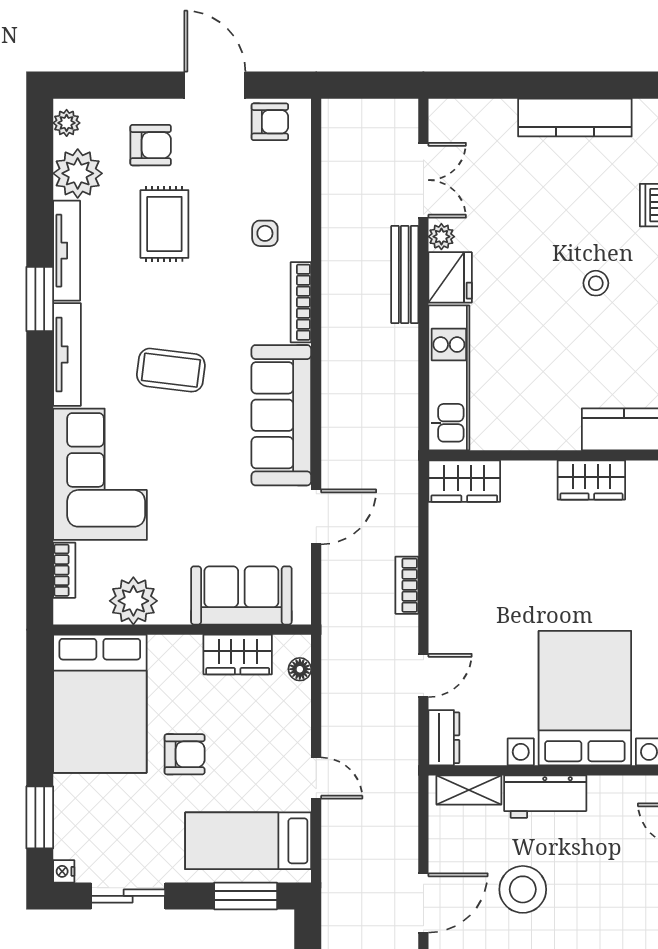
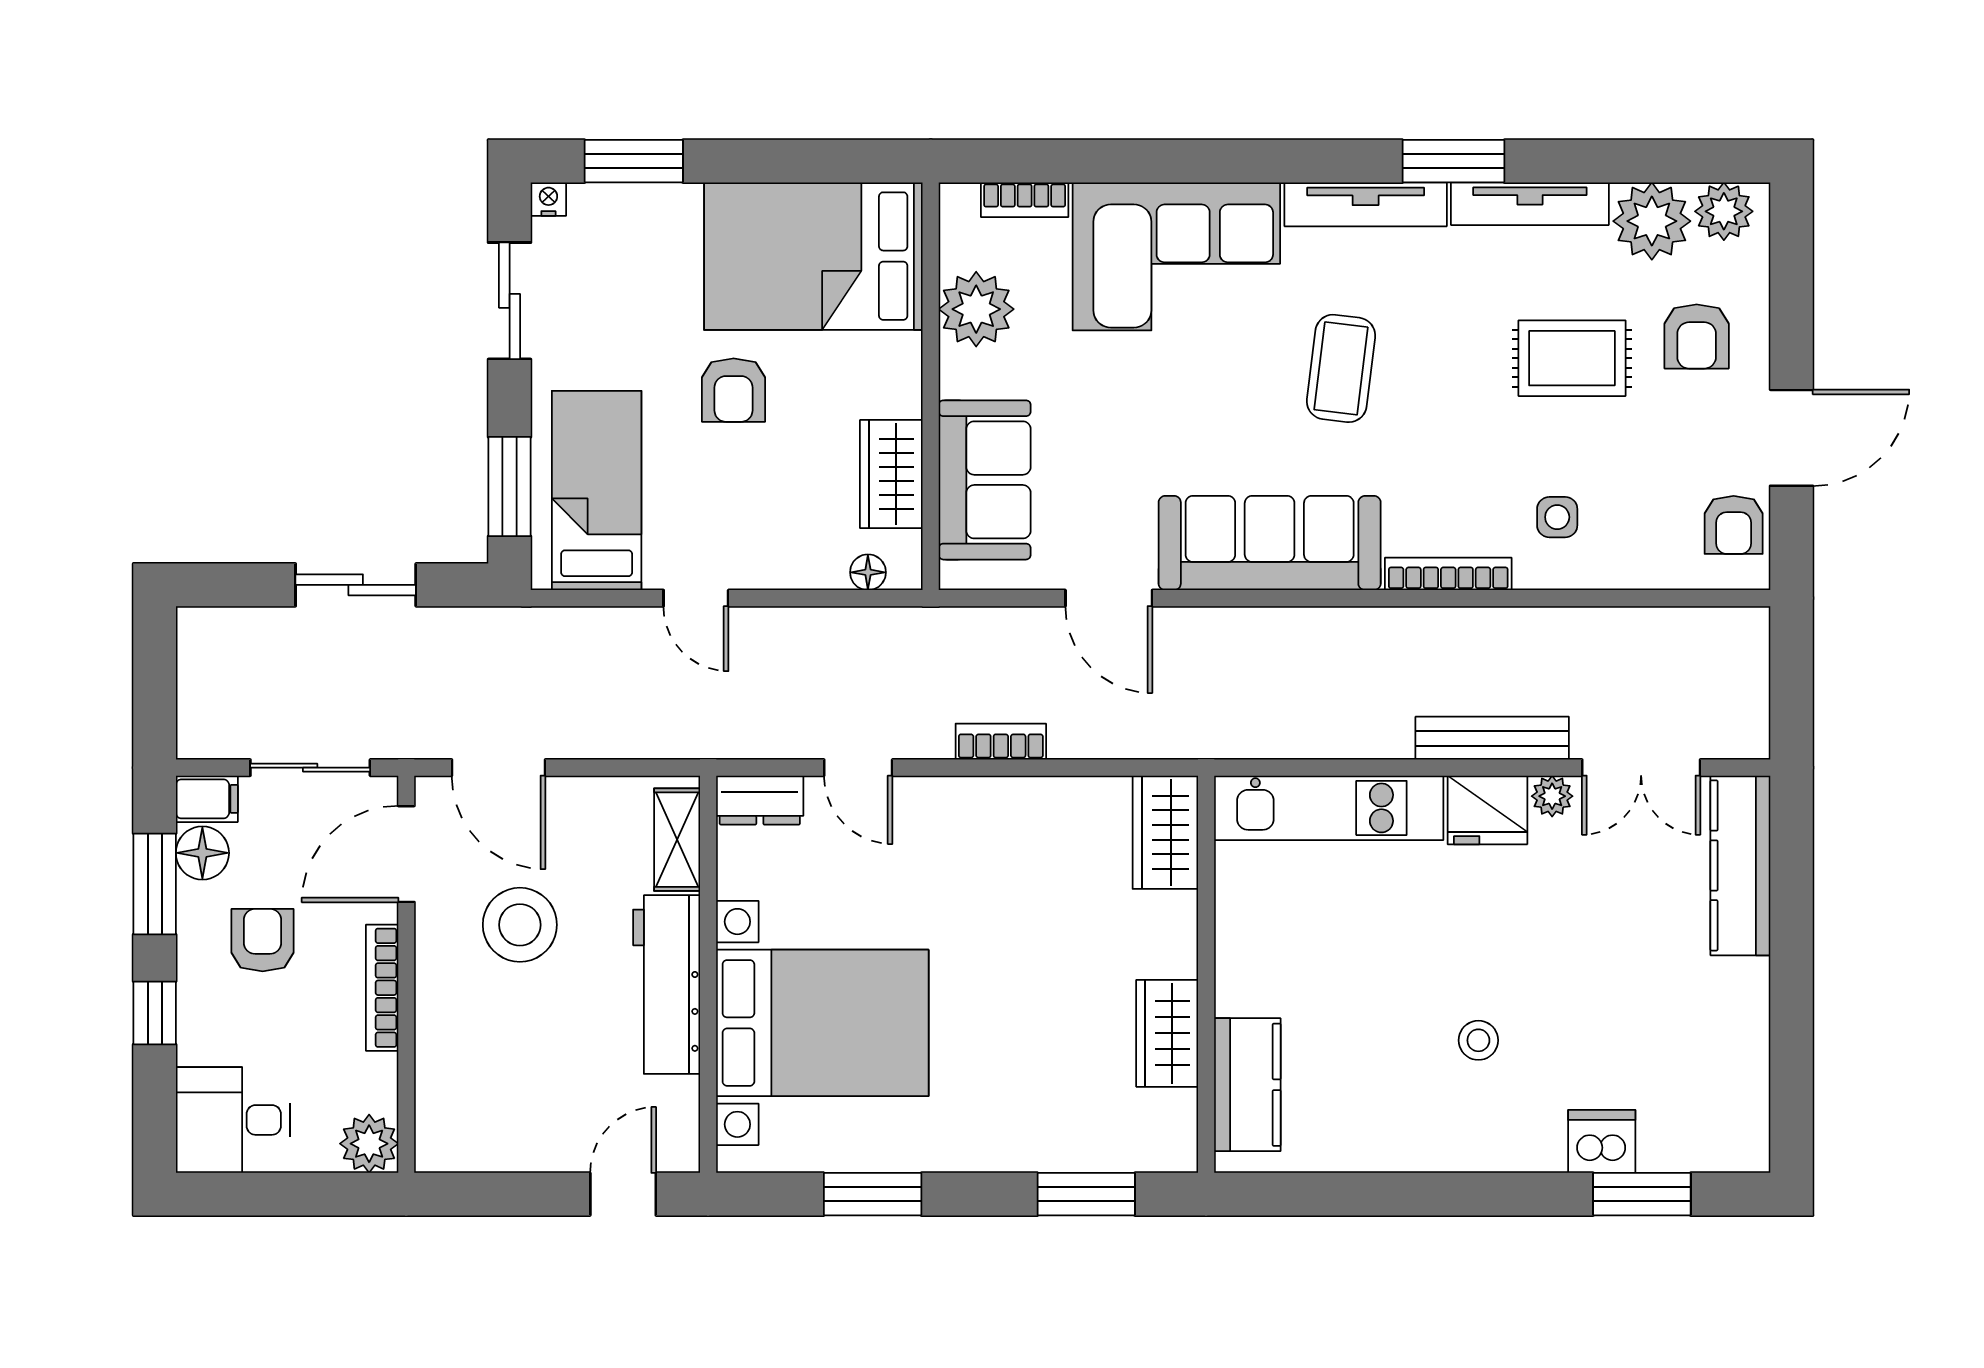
kitchen counter: (575, 117) -> (1740, 865), moved
plant: (67, 123) -> (1724, 211), width x1.38, depth x1.38
door: (316, 778) -> (696, 598), hinge flipped
workbench: (545, 797) -> (667, 985), width x1.38

